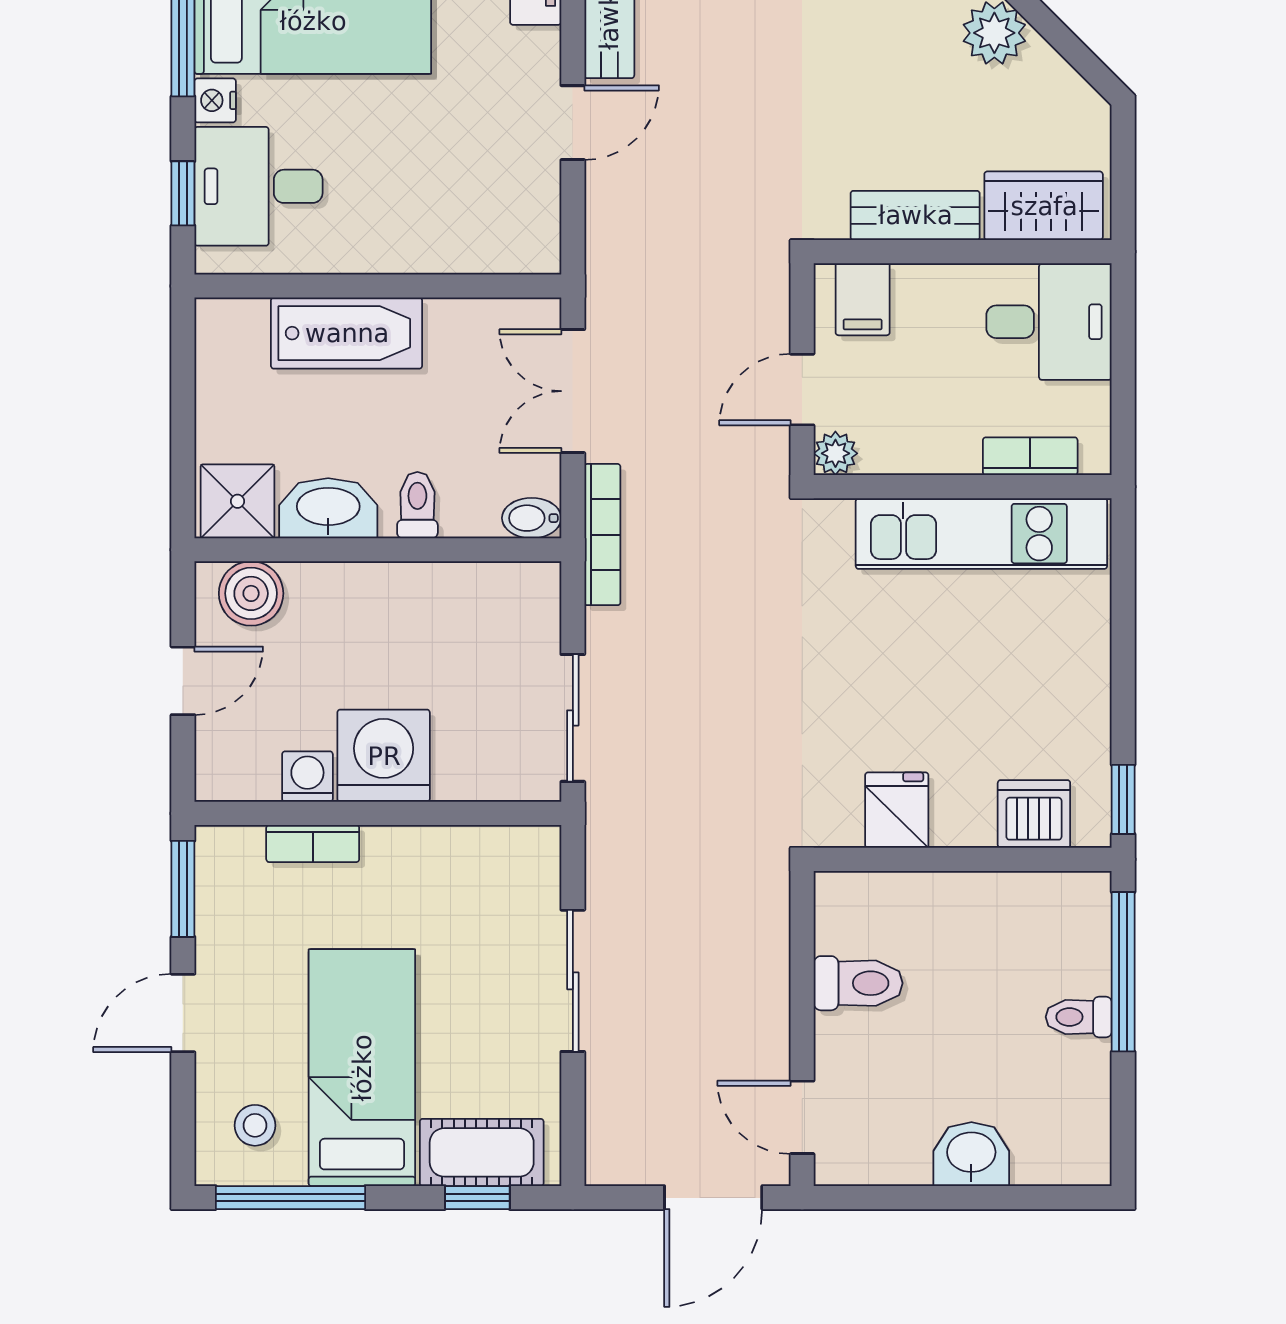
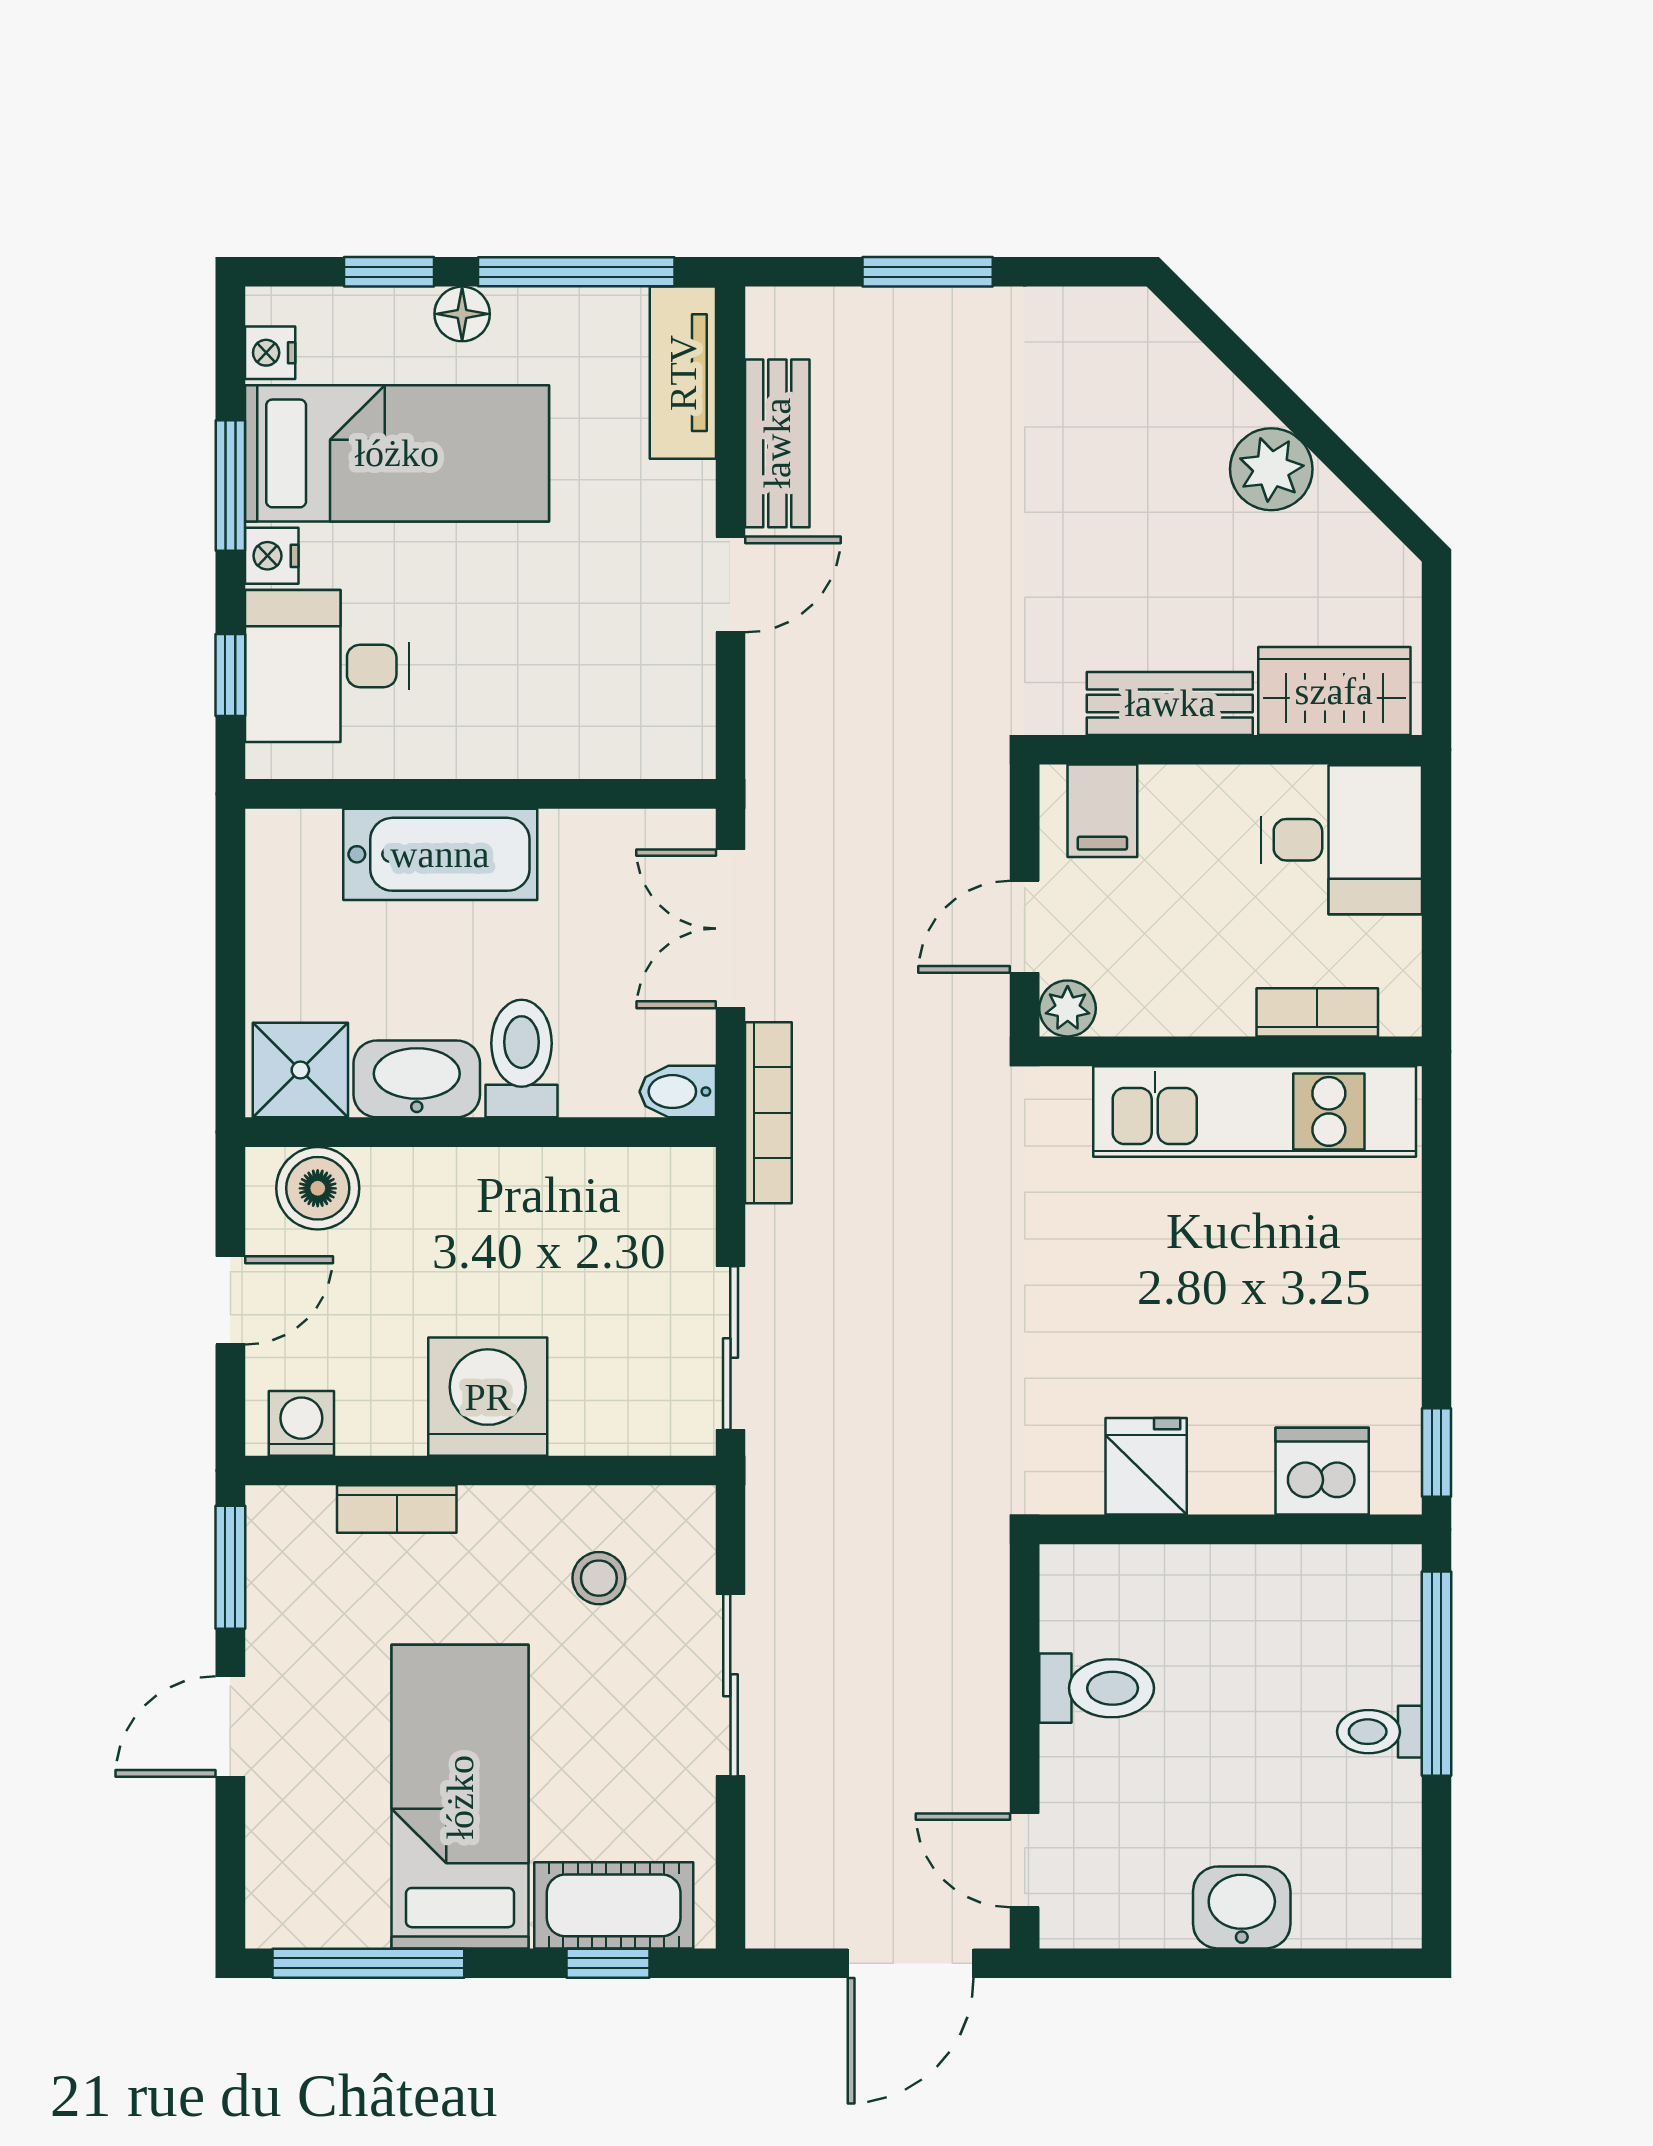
toilet: (417, 505) -> (521, 1059), width x1.37, depth x1.39
washing machine: (307, 777) -> (301, 1423), moved
stool: (255, 1125) -> (599, 1578), moved

